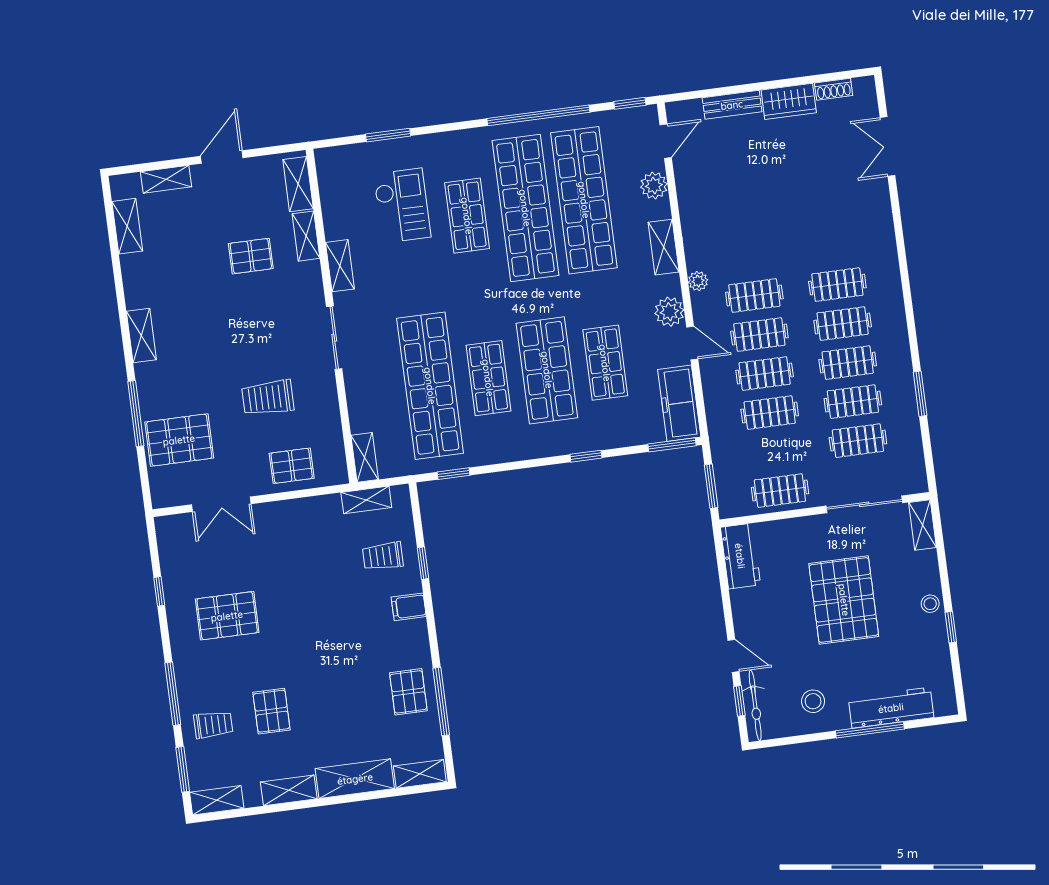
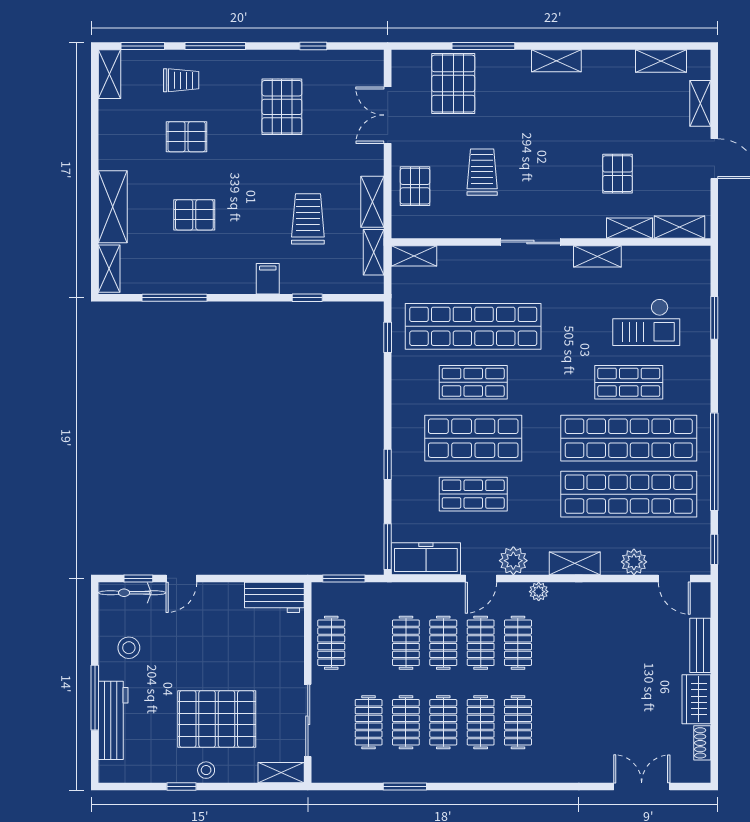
trolley: (383, 556) -> (308, 219), moved, width x1.36, depth x1.39
pallet: (844, 600) -> (217, 719), moved
pallet: (408, 692) -> (194, 215), moved
trolley: (213, 725) -> (181, 80), turned -90
shelving: (289, 790) -> (372, 202), moved

